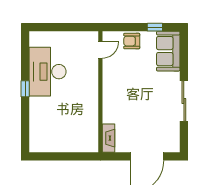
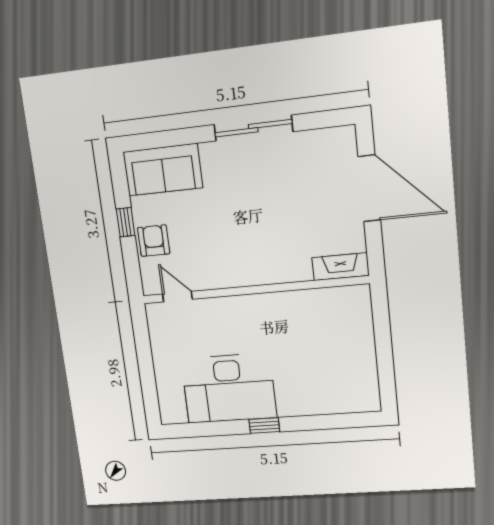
window: (155, 27) -> (126, 222), moved
armchair: (132, 41) -> (154, 241), turned 180

